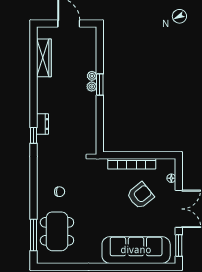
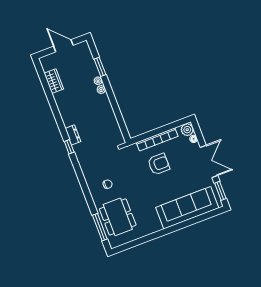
wardrobe: (44, 58) -> (54, 81), width x0.67
window: (100, 85) -> (100, 67), moved
plant: (168, 166) -> (187, 130), added
armchair: (140, 196) -> (159, 164), moved, turned 39

